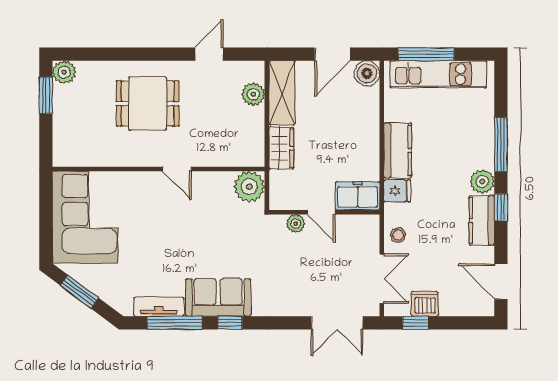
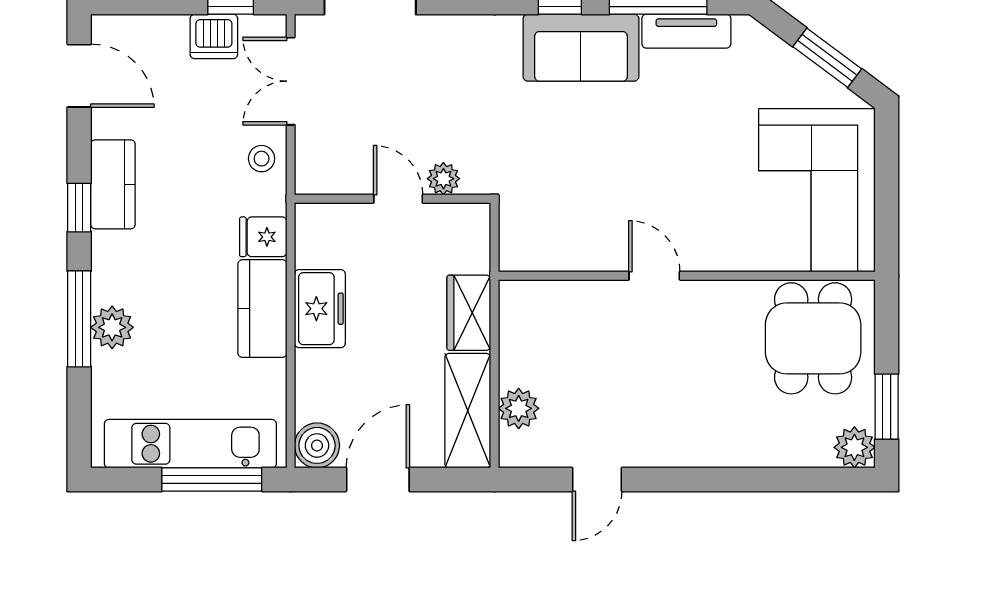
dining table: (148, 104) -> (813, 338), moved, turned 90
plant: (482, 182) -> (112, 327), moved
plant: (249, 187) -> (526, 244), removed
freezer: (358, 196) -> (320, 309), moved, turned -90

